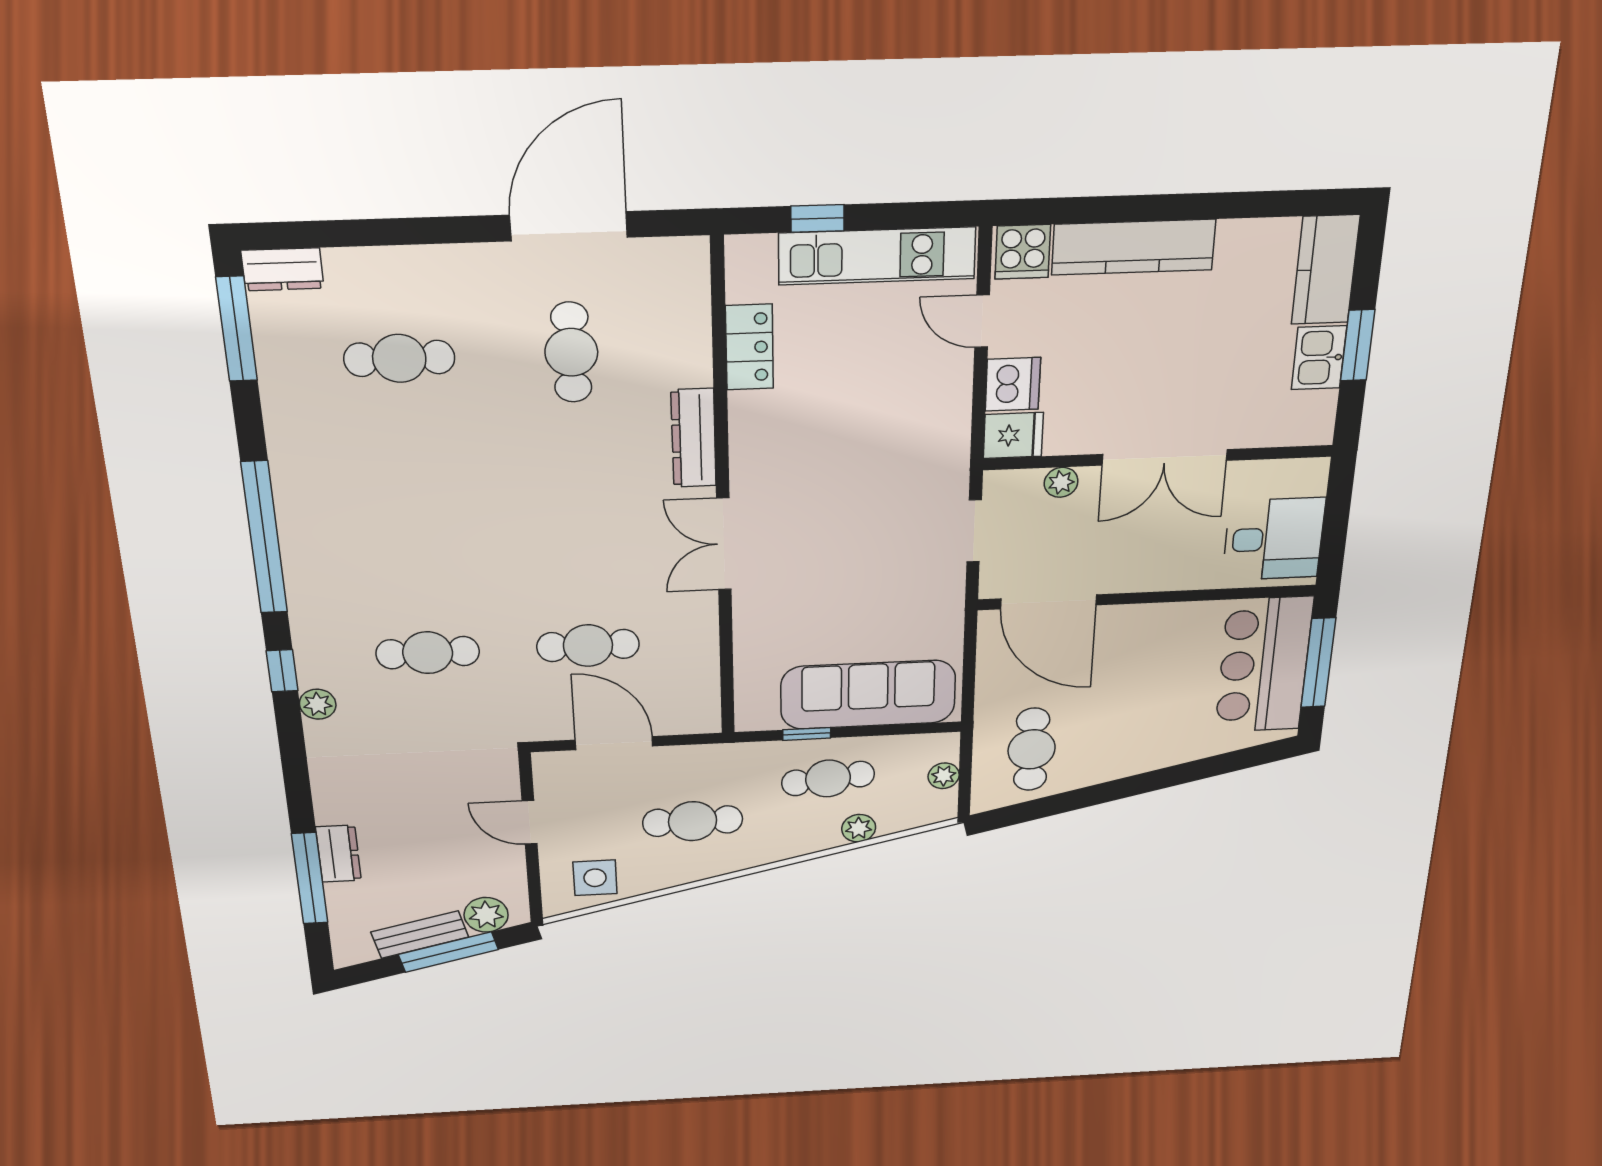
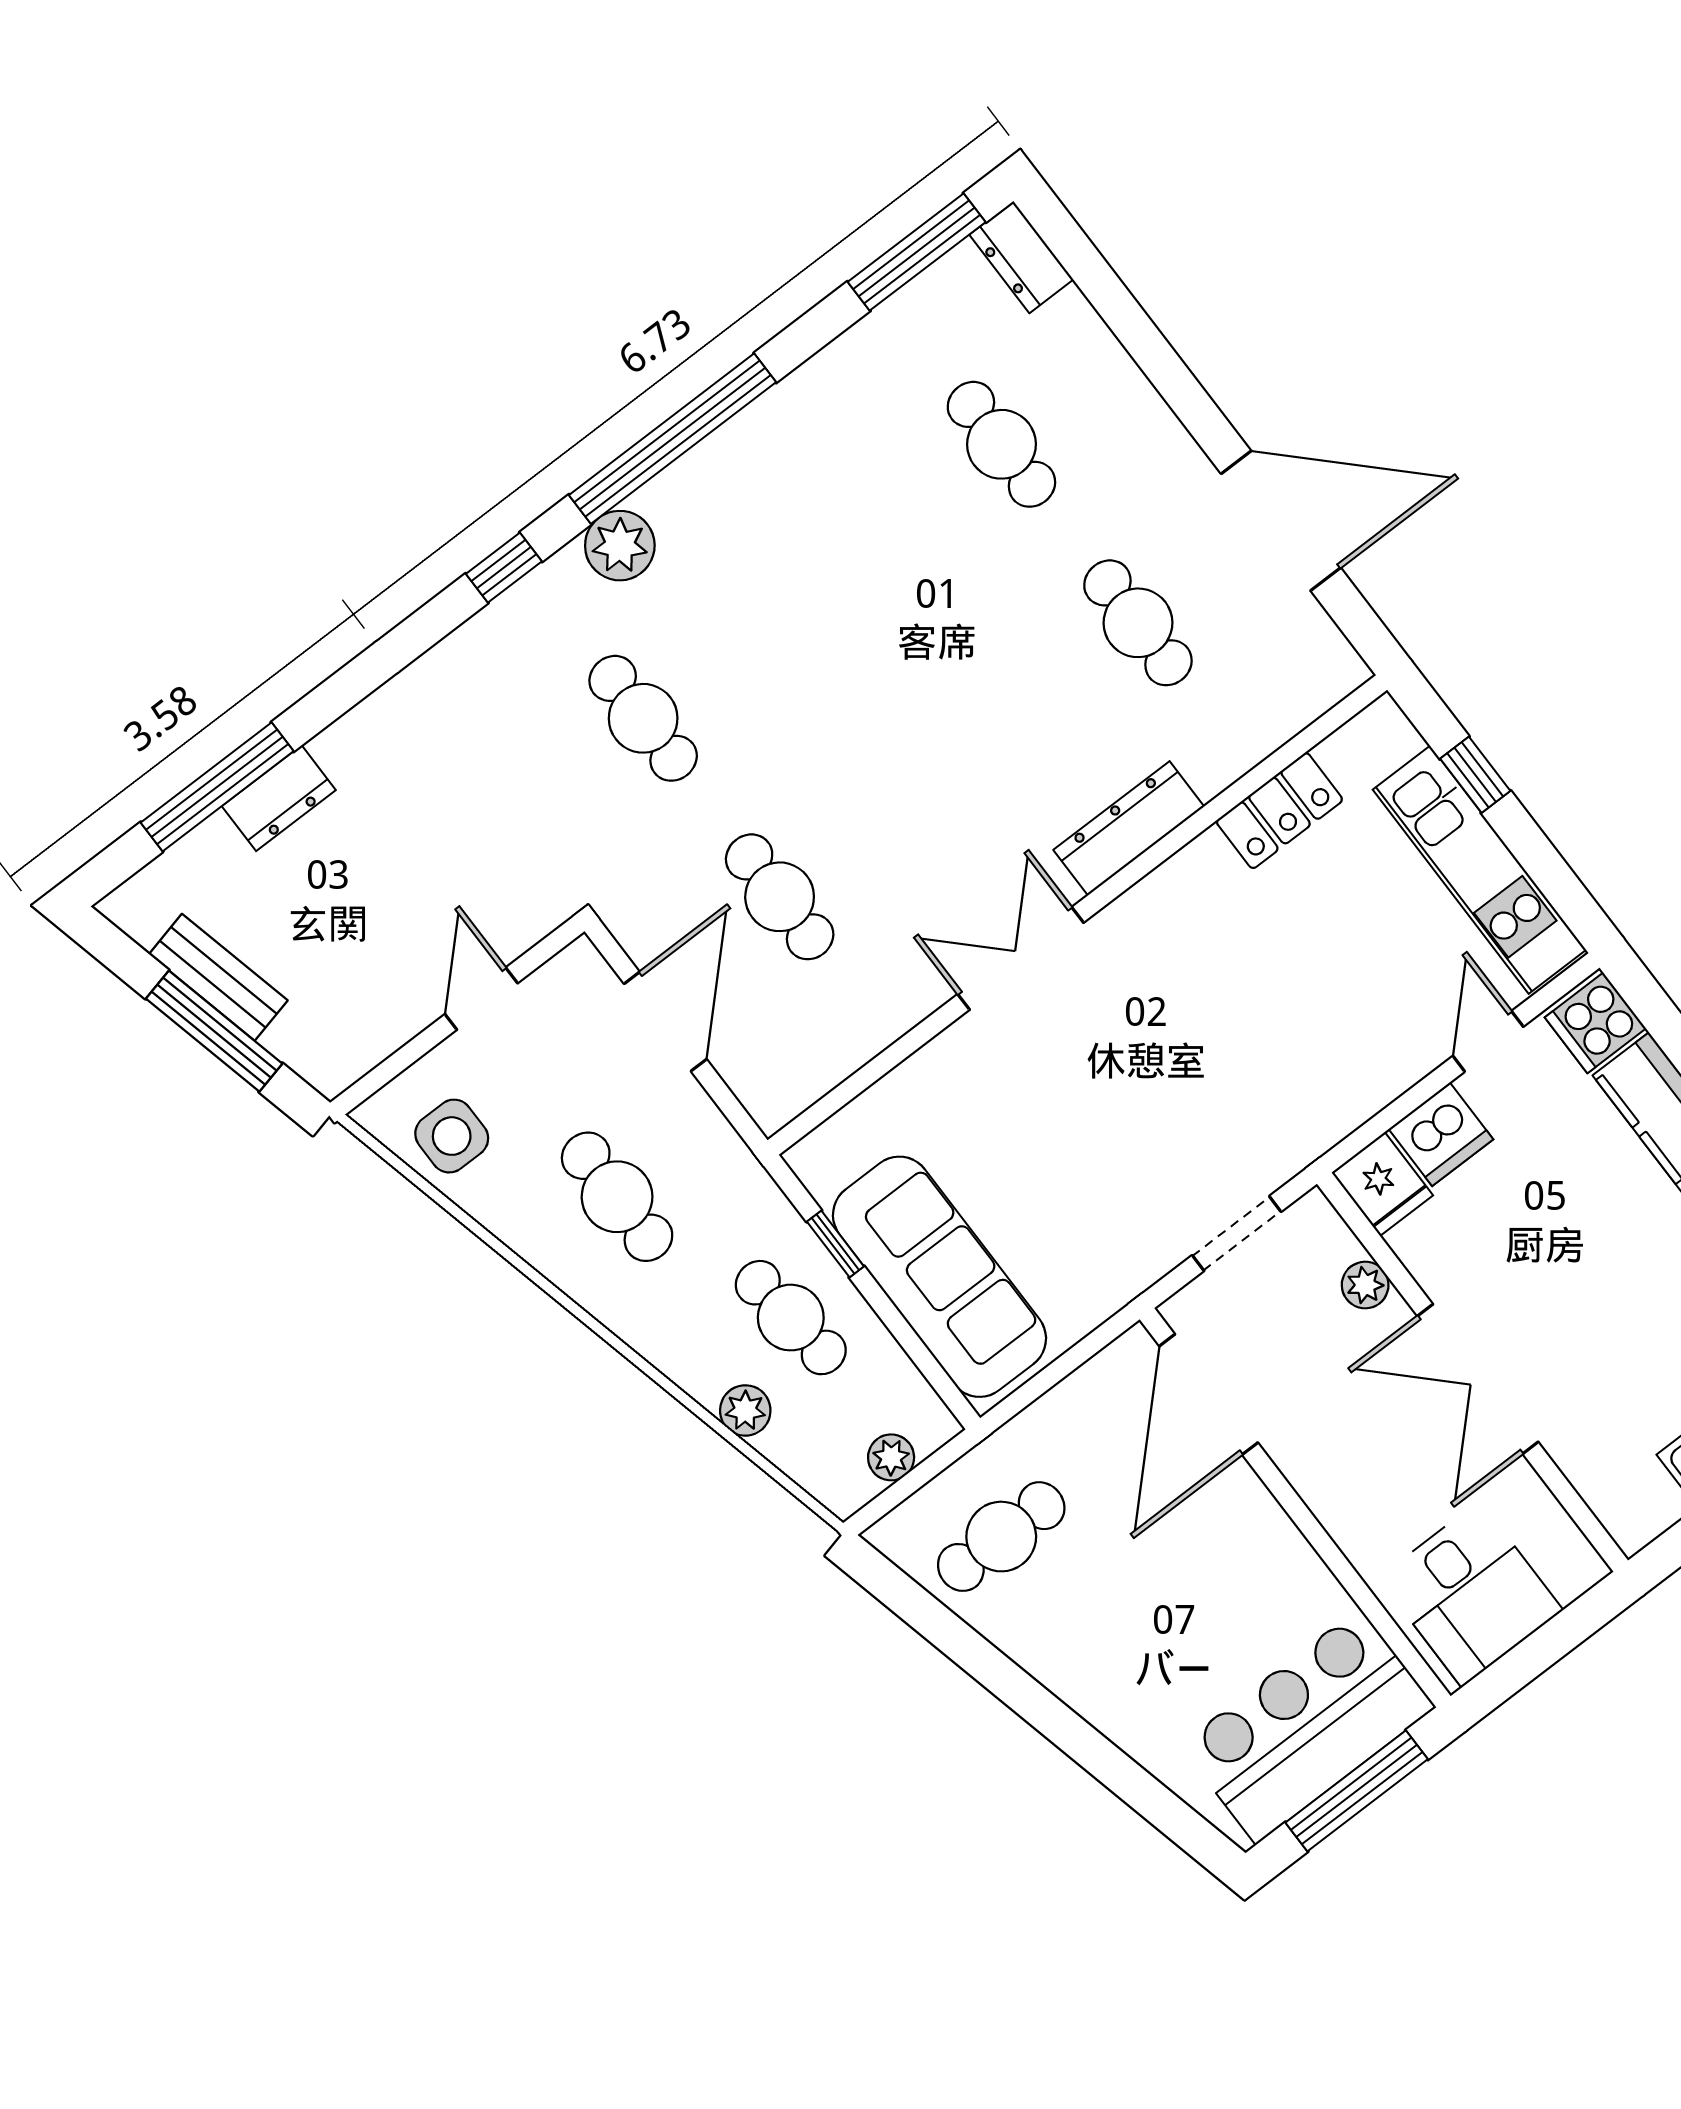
cafe table: (571, 352) -> (1138, 623), turned 90
plant: (318, 704) -> (620, 546), moved, width x1.38, depth x1.38
plant: (486, 915) -> (304, 1039), removed

